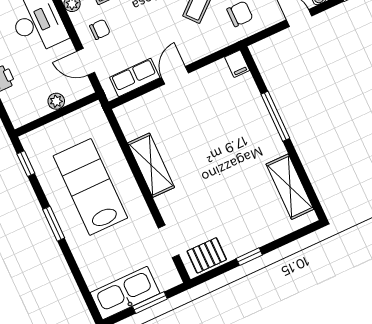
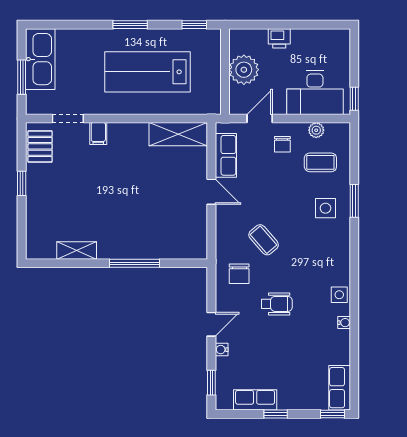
filing cabinet: (237, 64) -> (98, 134), moved, turned -90
plant: (56, 101) -> (244, 70), width x1.87, depth x1.87
shelving: (151, 165) -> (178, 134), moved
lab bench: (90, 187) -> (148, 72), turned 180
shelving: (290, 187) -> (77, 250), width x0.67, depth x0.75

